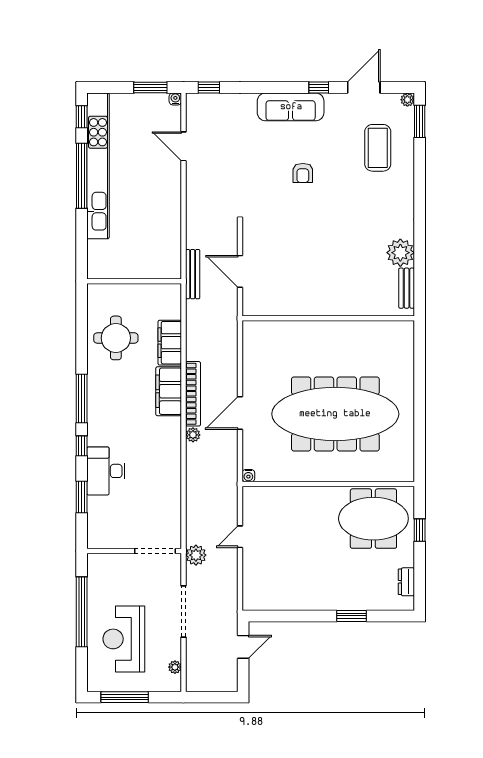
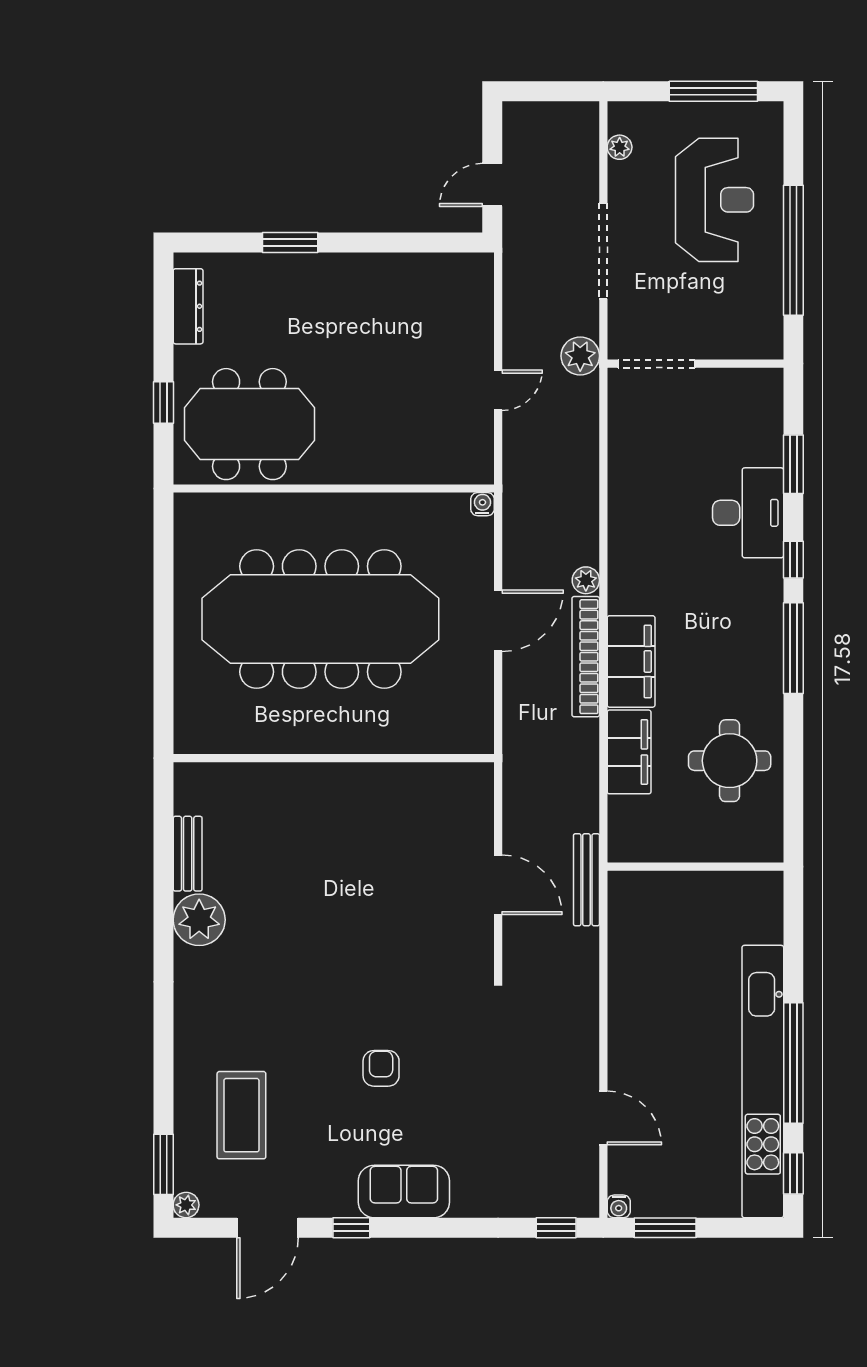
sofa: (291, 107) -> (404, 1191), width x0.73
wall: (328, 318) -> (334, 758), moved
dresser: (406, 582) -> (188, 306), width x1.44

